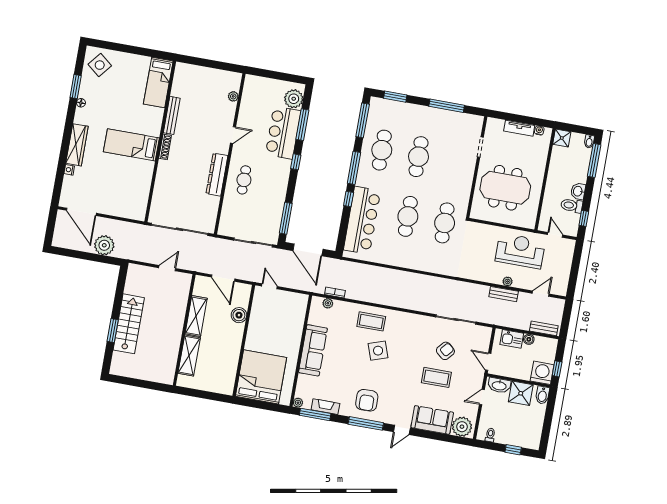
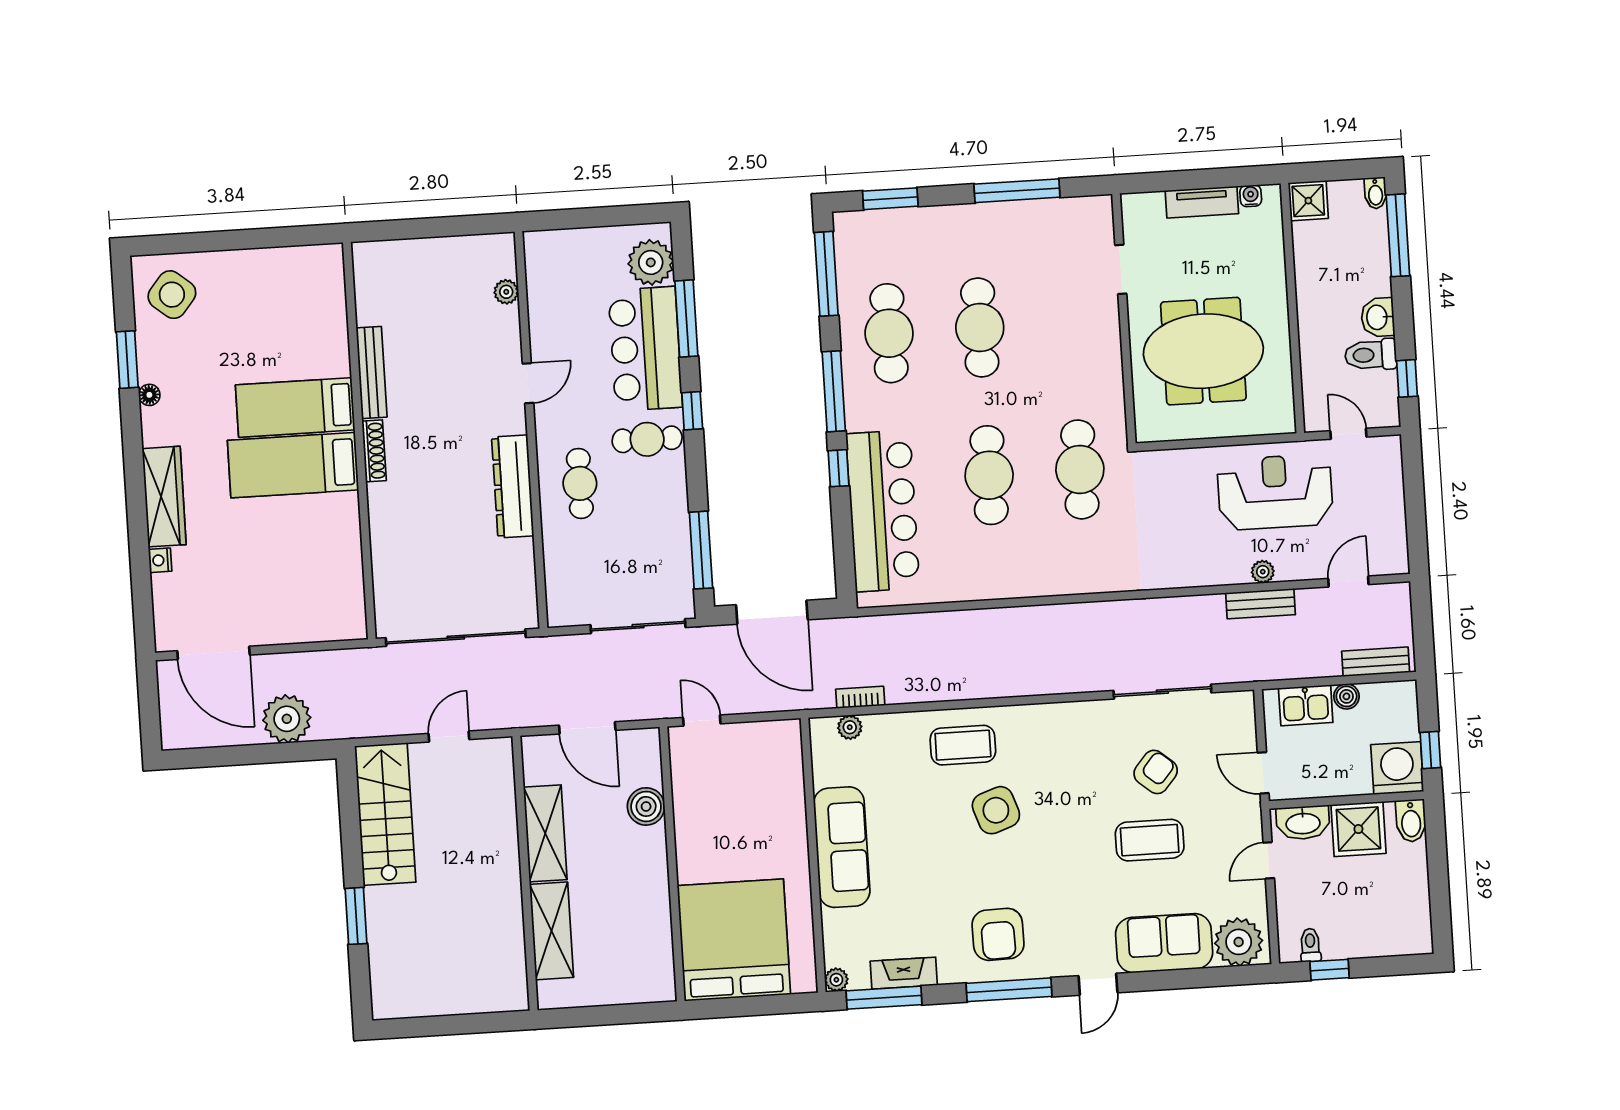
bed: (158, 82) -> (295, 407), moved, turned 90
cafe table: (275, 169) -> (647, 439), added
stairs: (129, 324) -> (385, 814), moved
window: (513, 450) -> (1330, 970), moved

